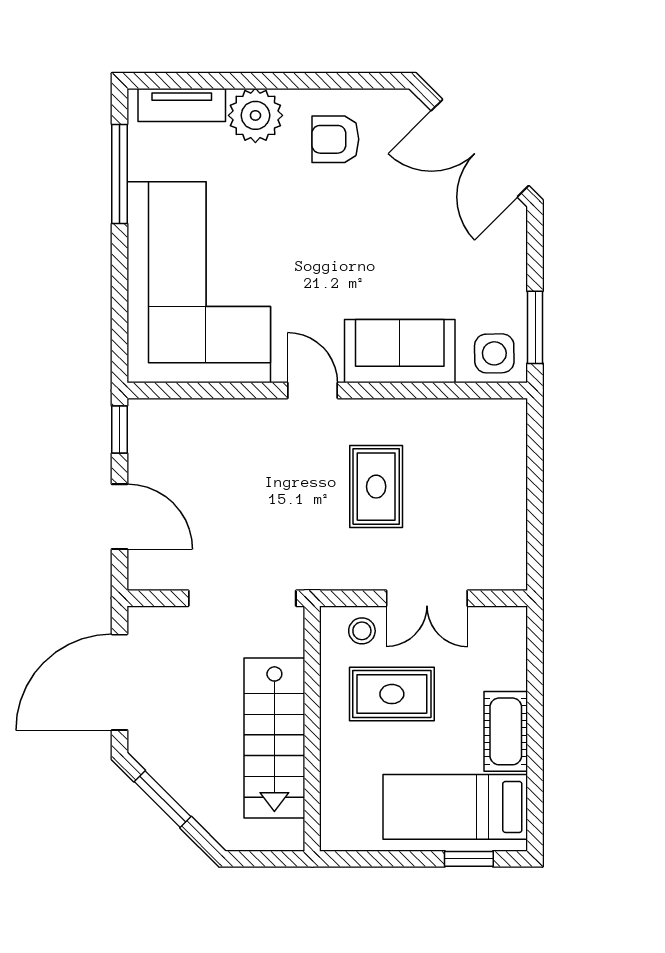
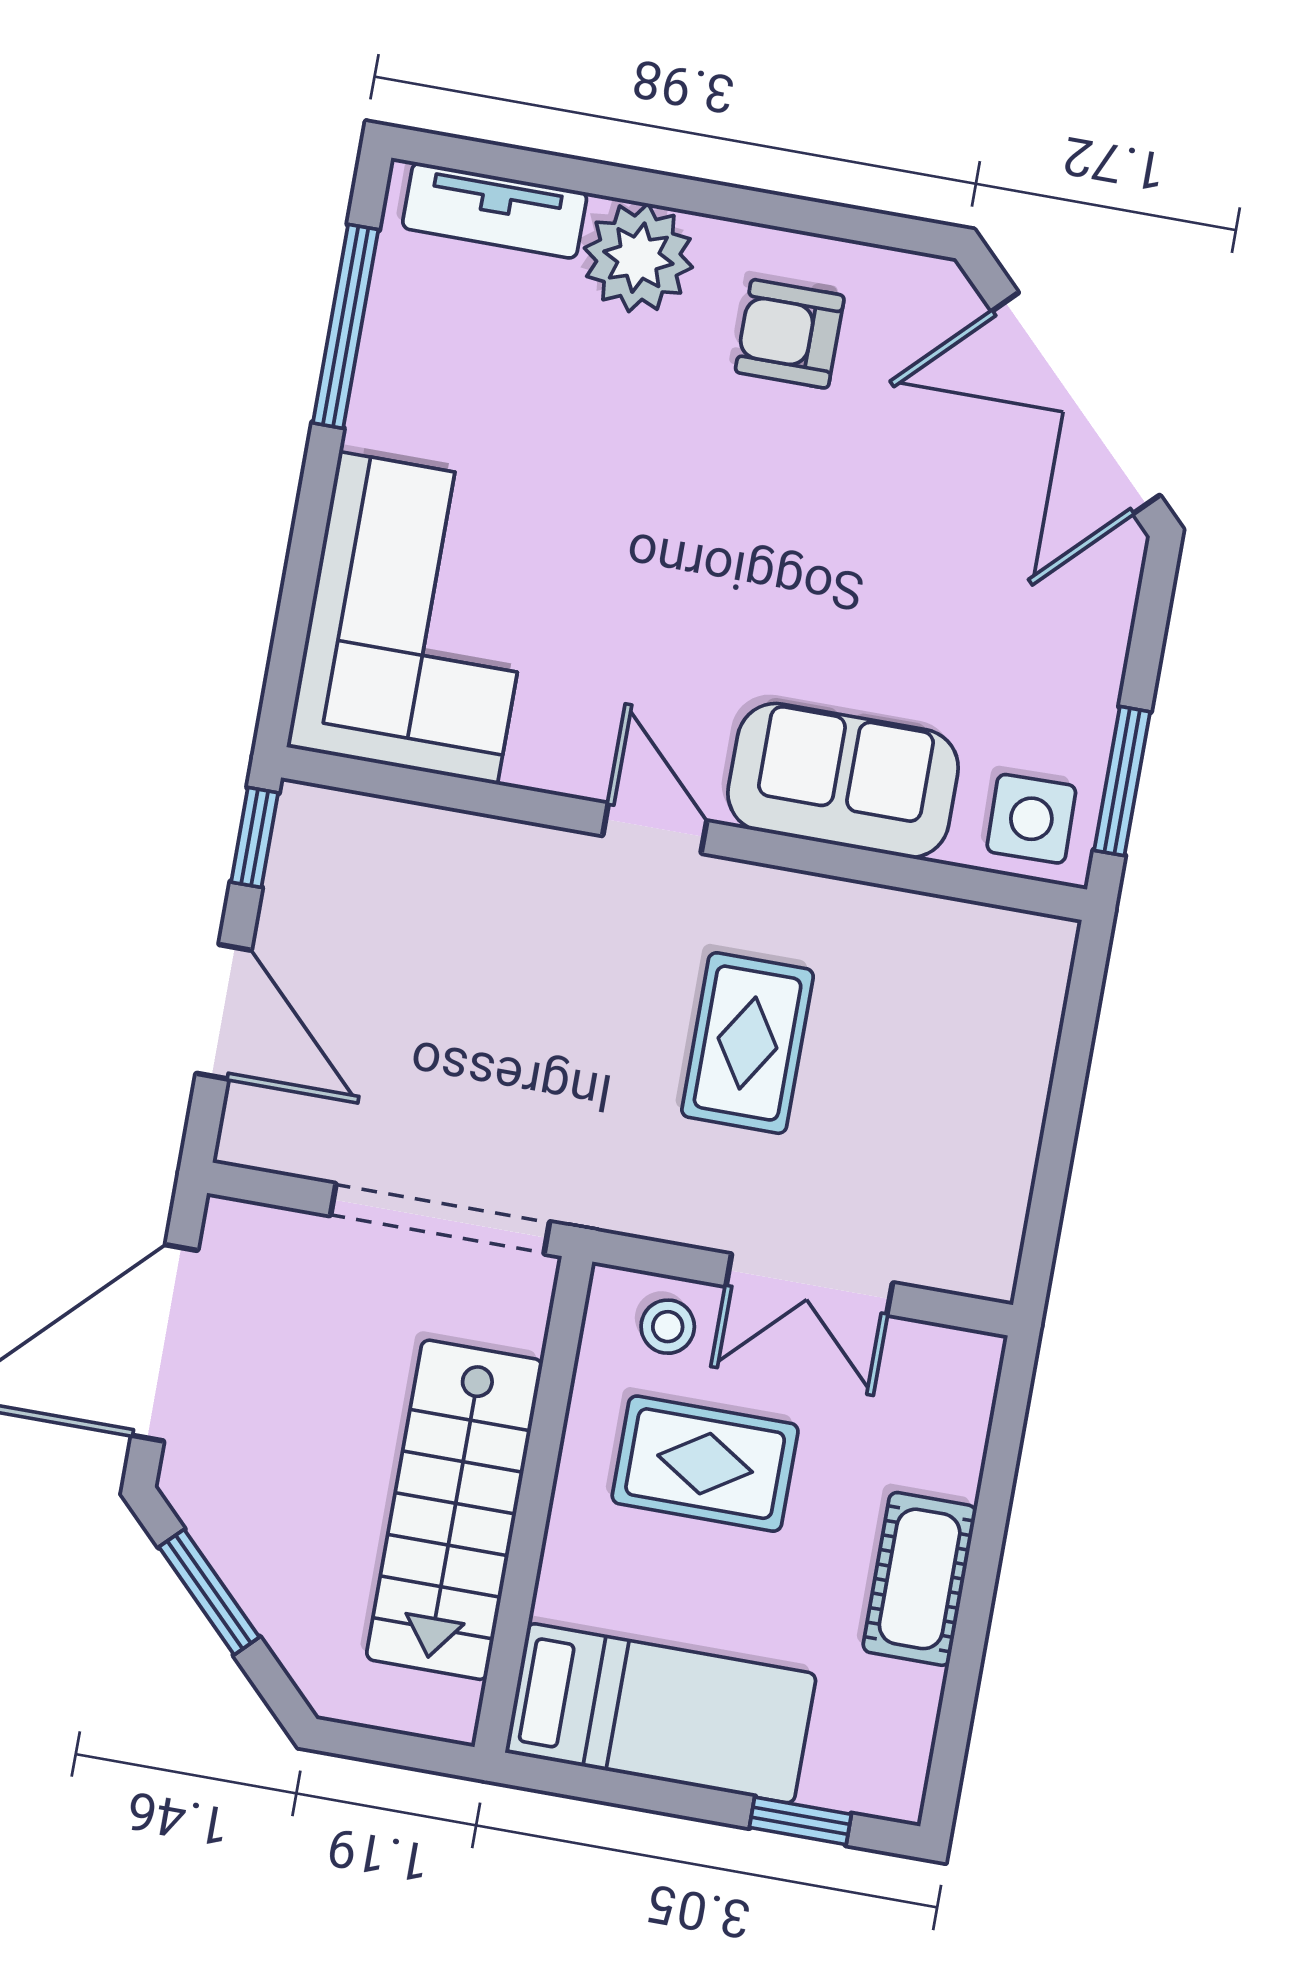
corner sofa: (199, 282) -> (418, 618), width x0.73, depth x0.74
bed: (455, 807) -> (661, 1713), moved, turned 180

